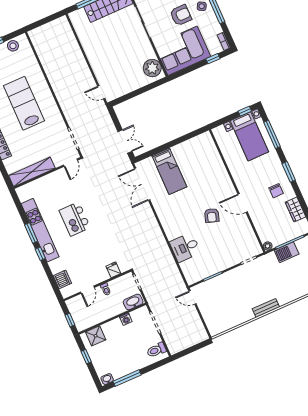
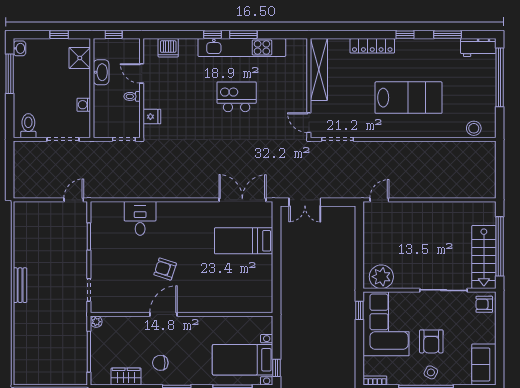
stool: (13, 46) -> (474, 128), moved
window: (213, 59) -> (359, 310), moved
barbecue: (287, 252) -> (78, 342), removed
washbasin: (133, 302) -> (101, 72), moved

